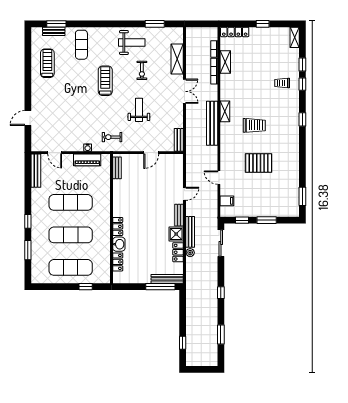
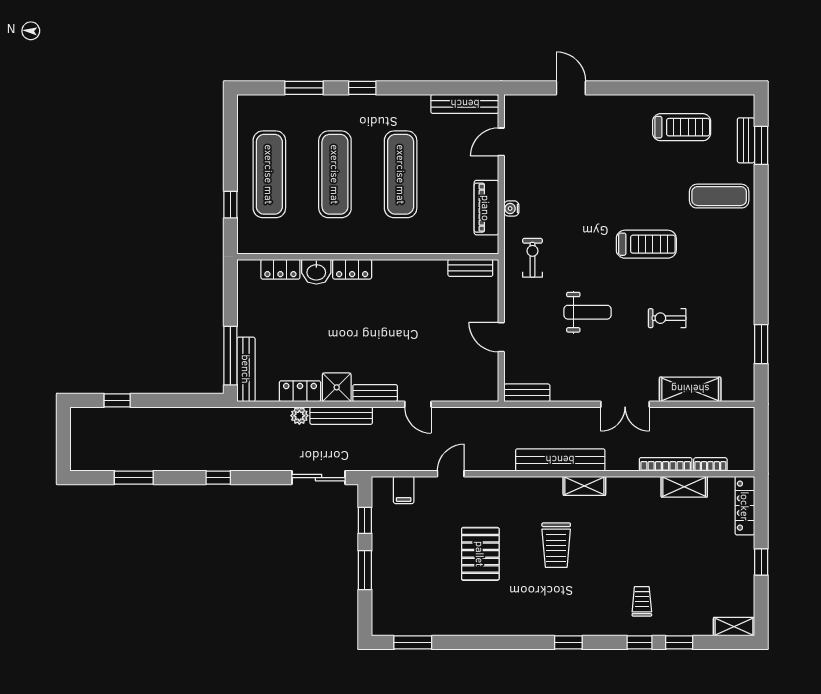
weight bench: (132, 42) -> (724, 298), removed

